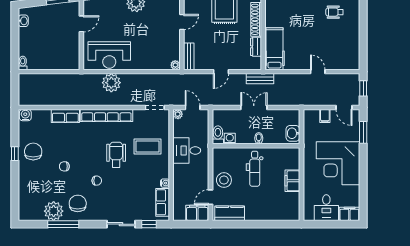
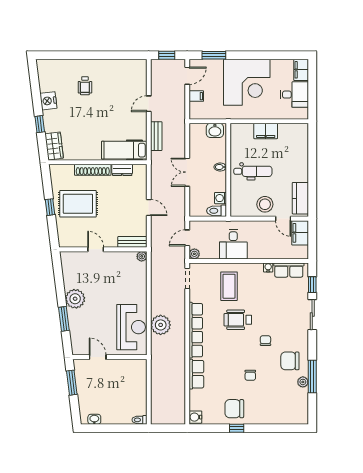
bench: (260, 79) -> (156, 136), moved
plant: (54, 211) -> (303, 382), width x0.53, depth x0.53

